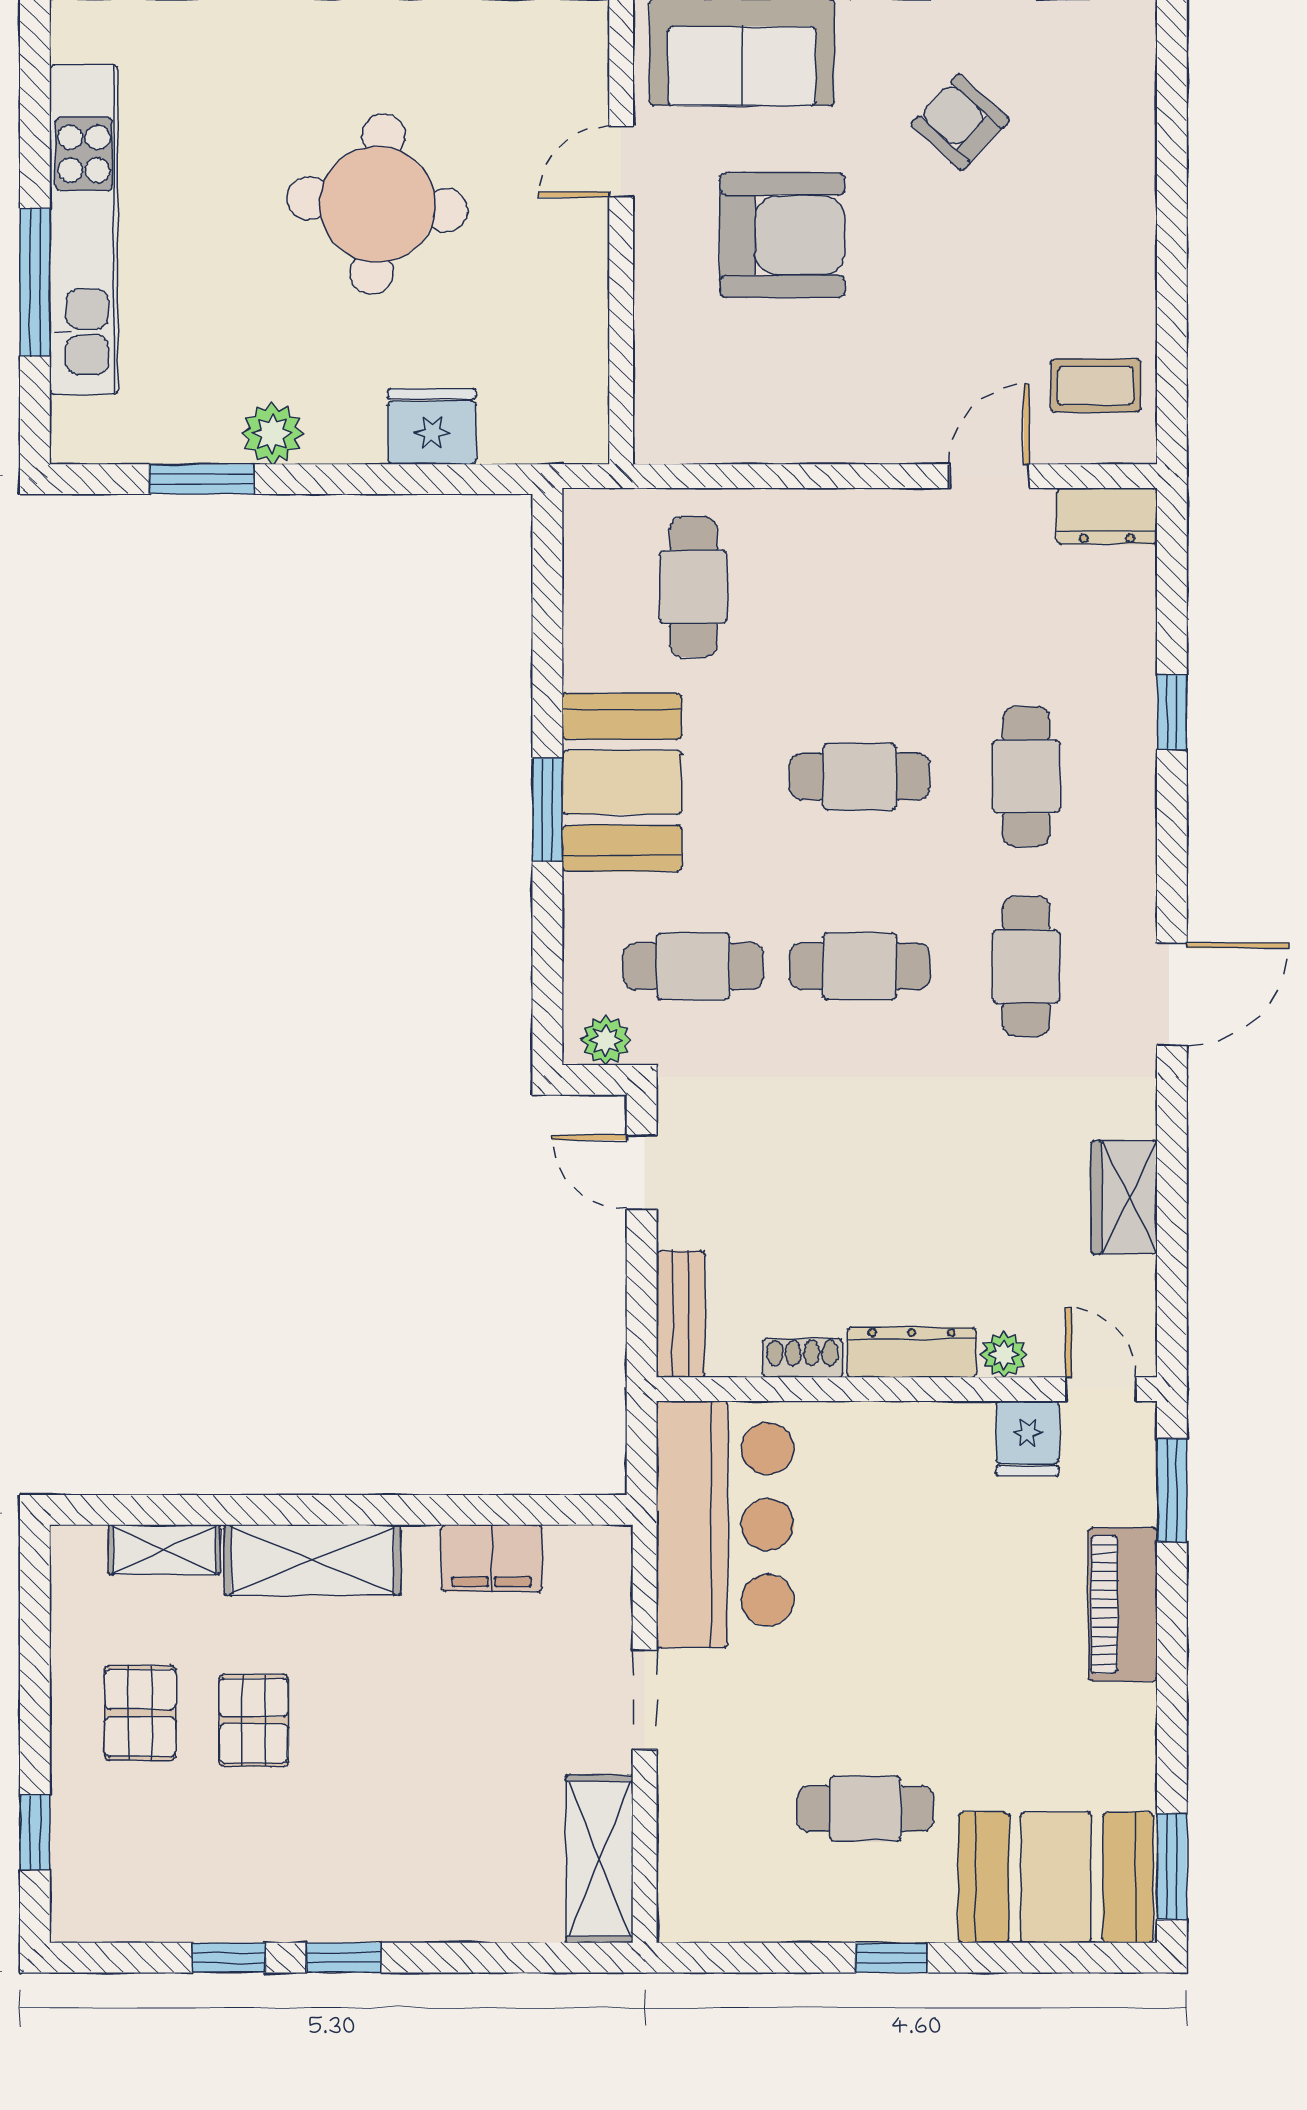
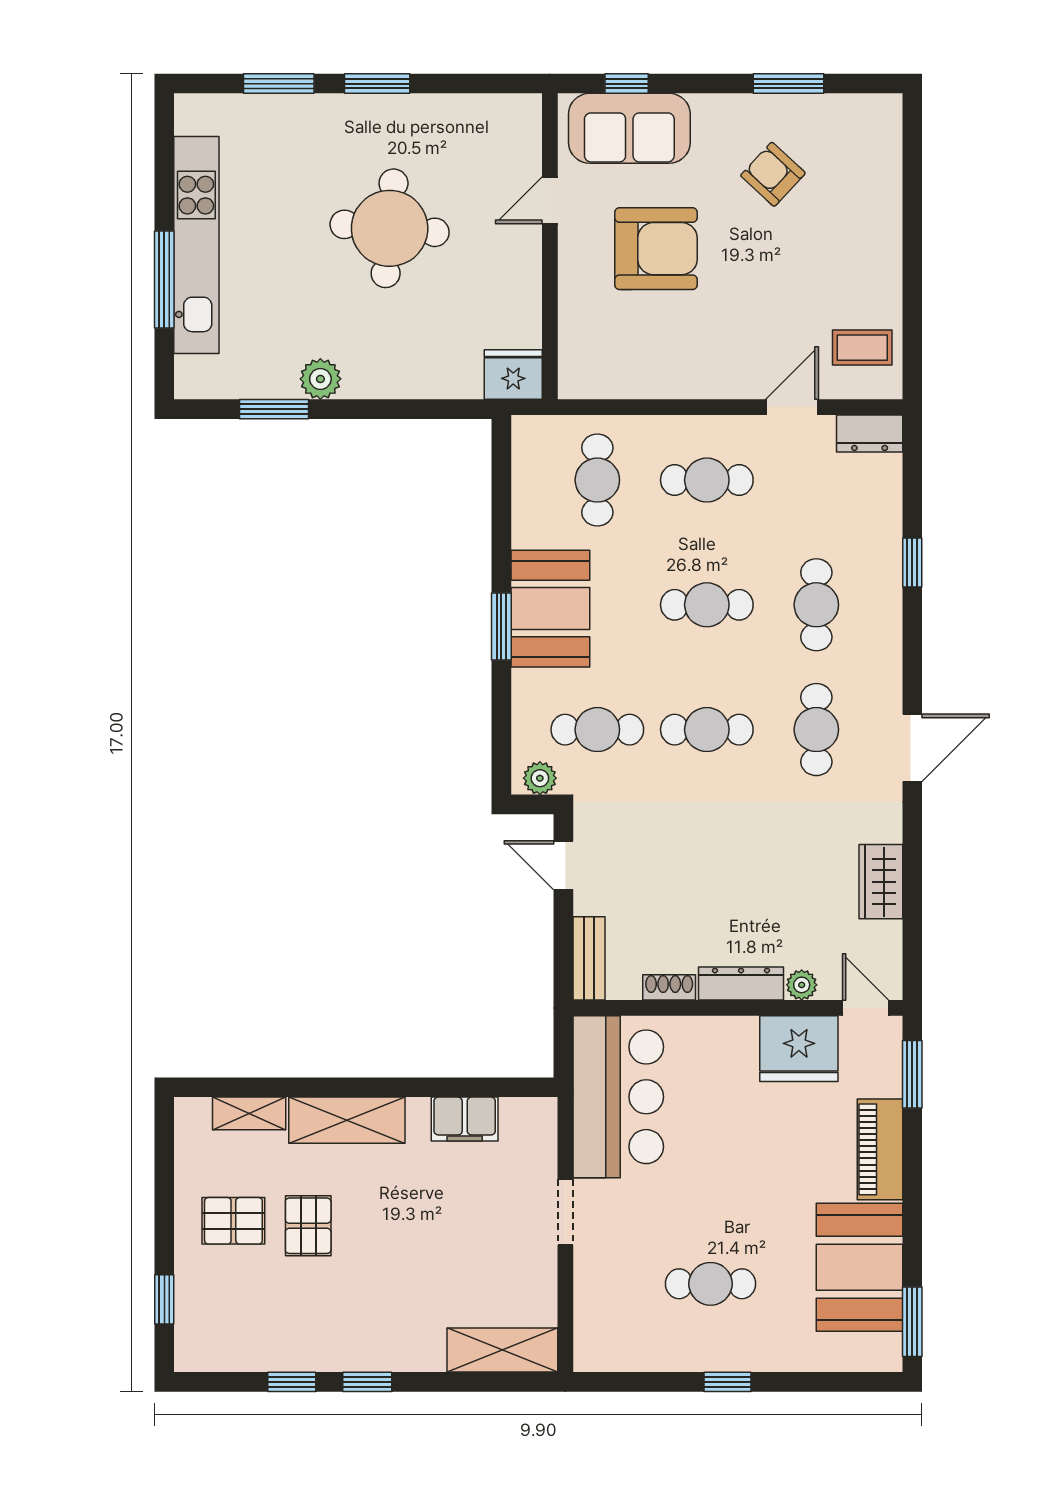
fridge: (432, 427) -> (513, 375), moved
cafe table: (860, 587) -> (707, 480), added
fridge: (1028, 1438) -> (799, 1049), width x1.88, depth x1.34
pallet: (140, 1713) -> (233, 1221), turned 90
shelving: (599, 1859) -> (502, 1350), moved, turned 90
booth: (1056, 1877) -> (859, 1267), moved, turned 90

